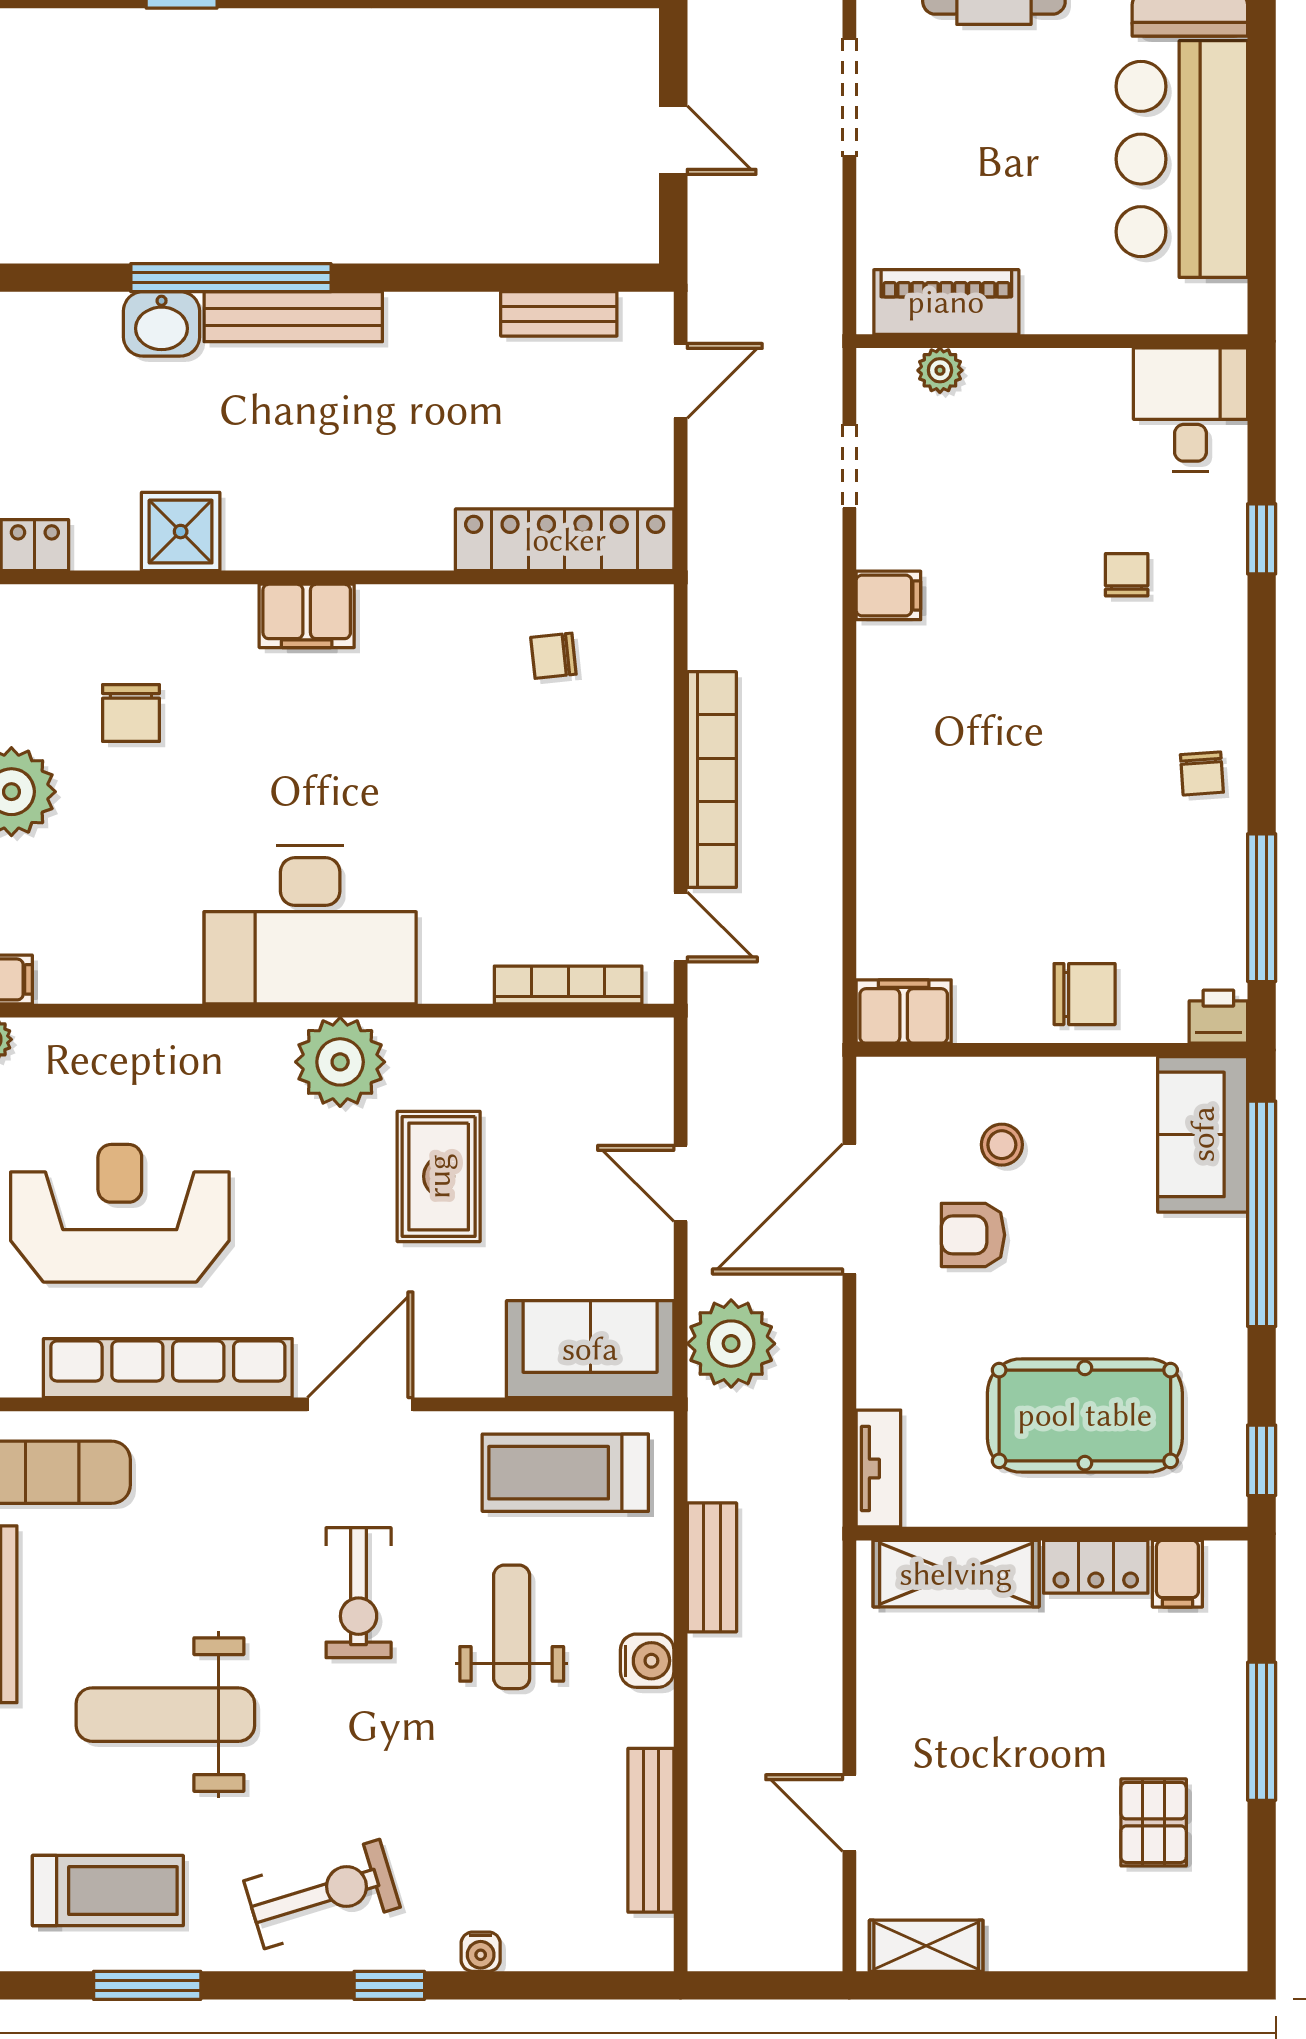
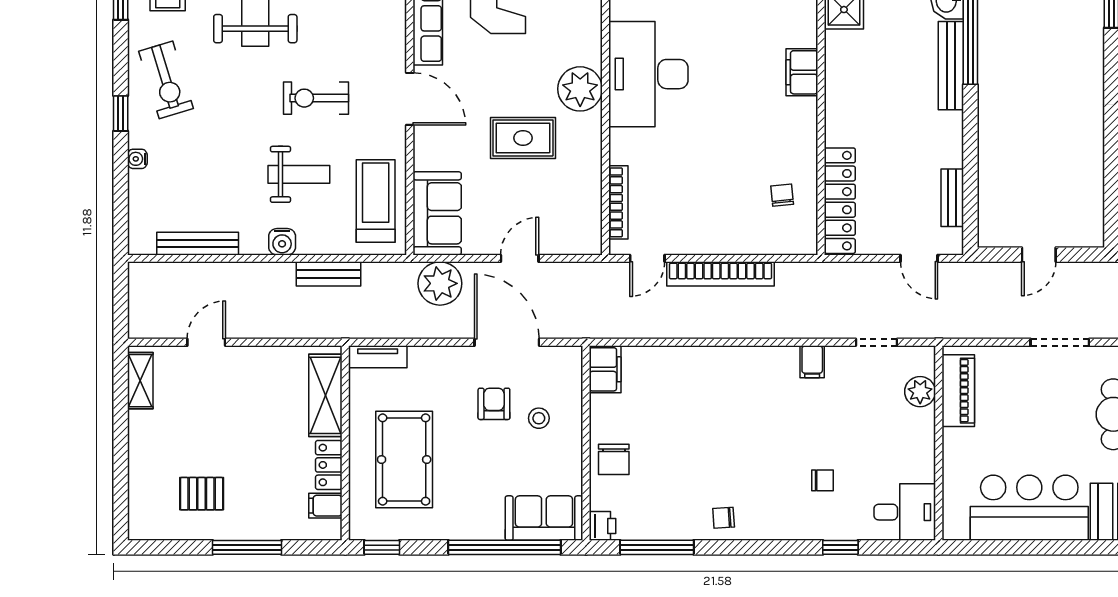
plant: (940, 370) -> (920, 392), width x1.38, depth x1.38

